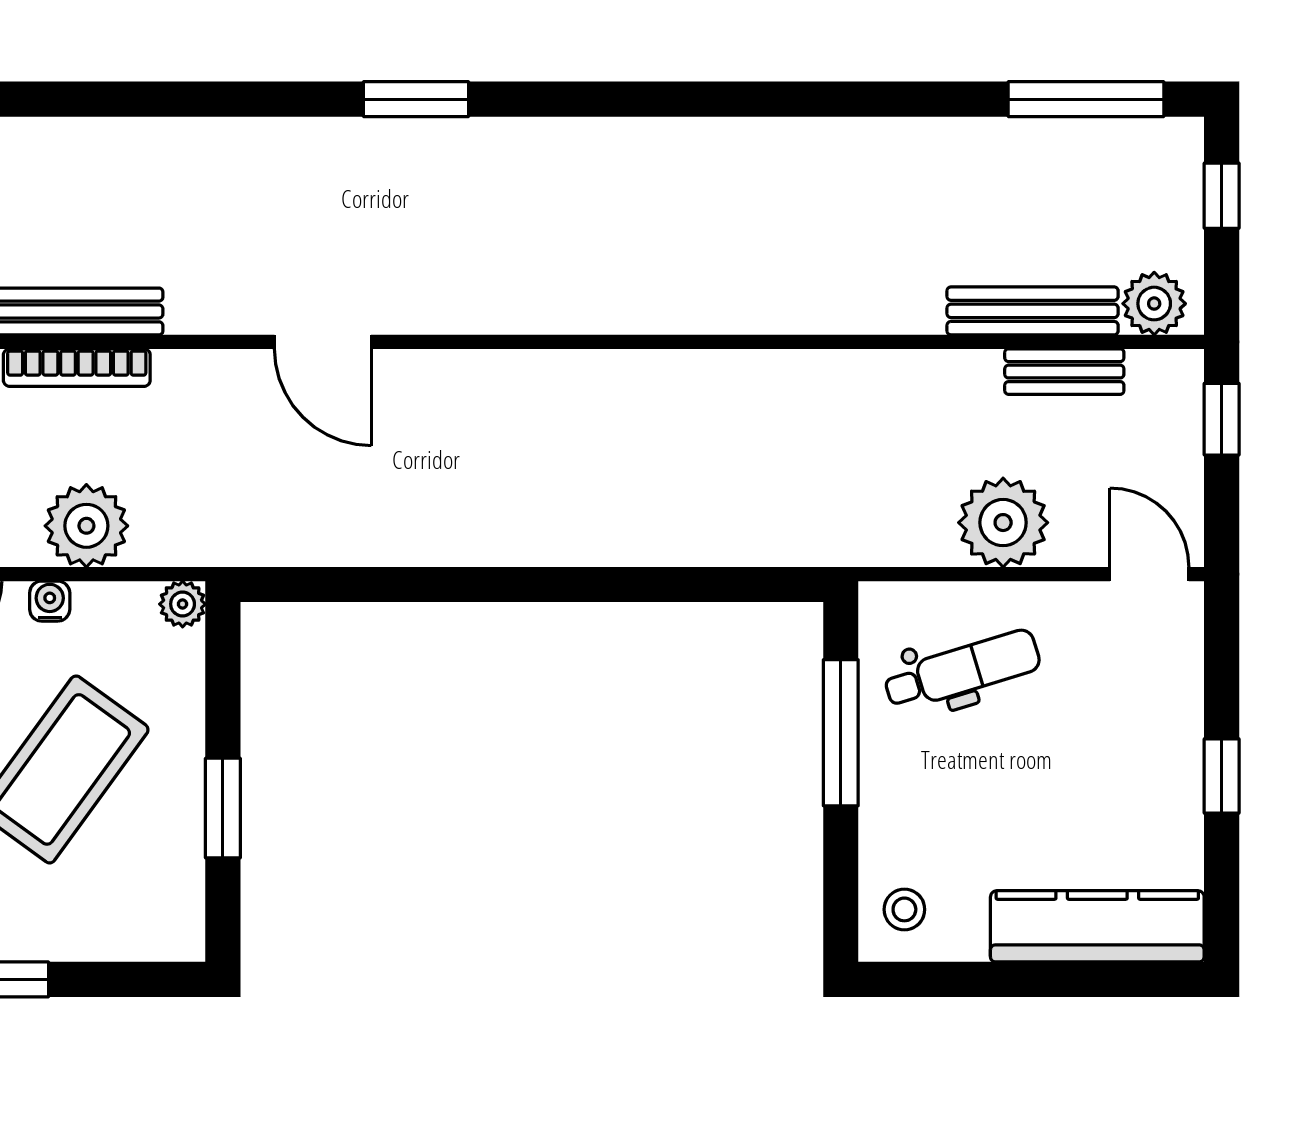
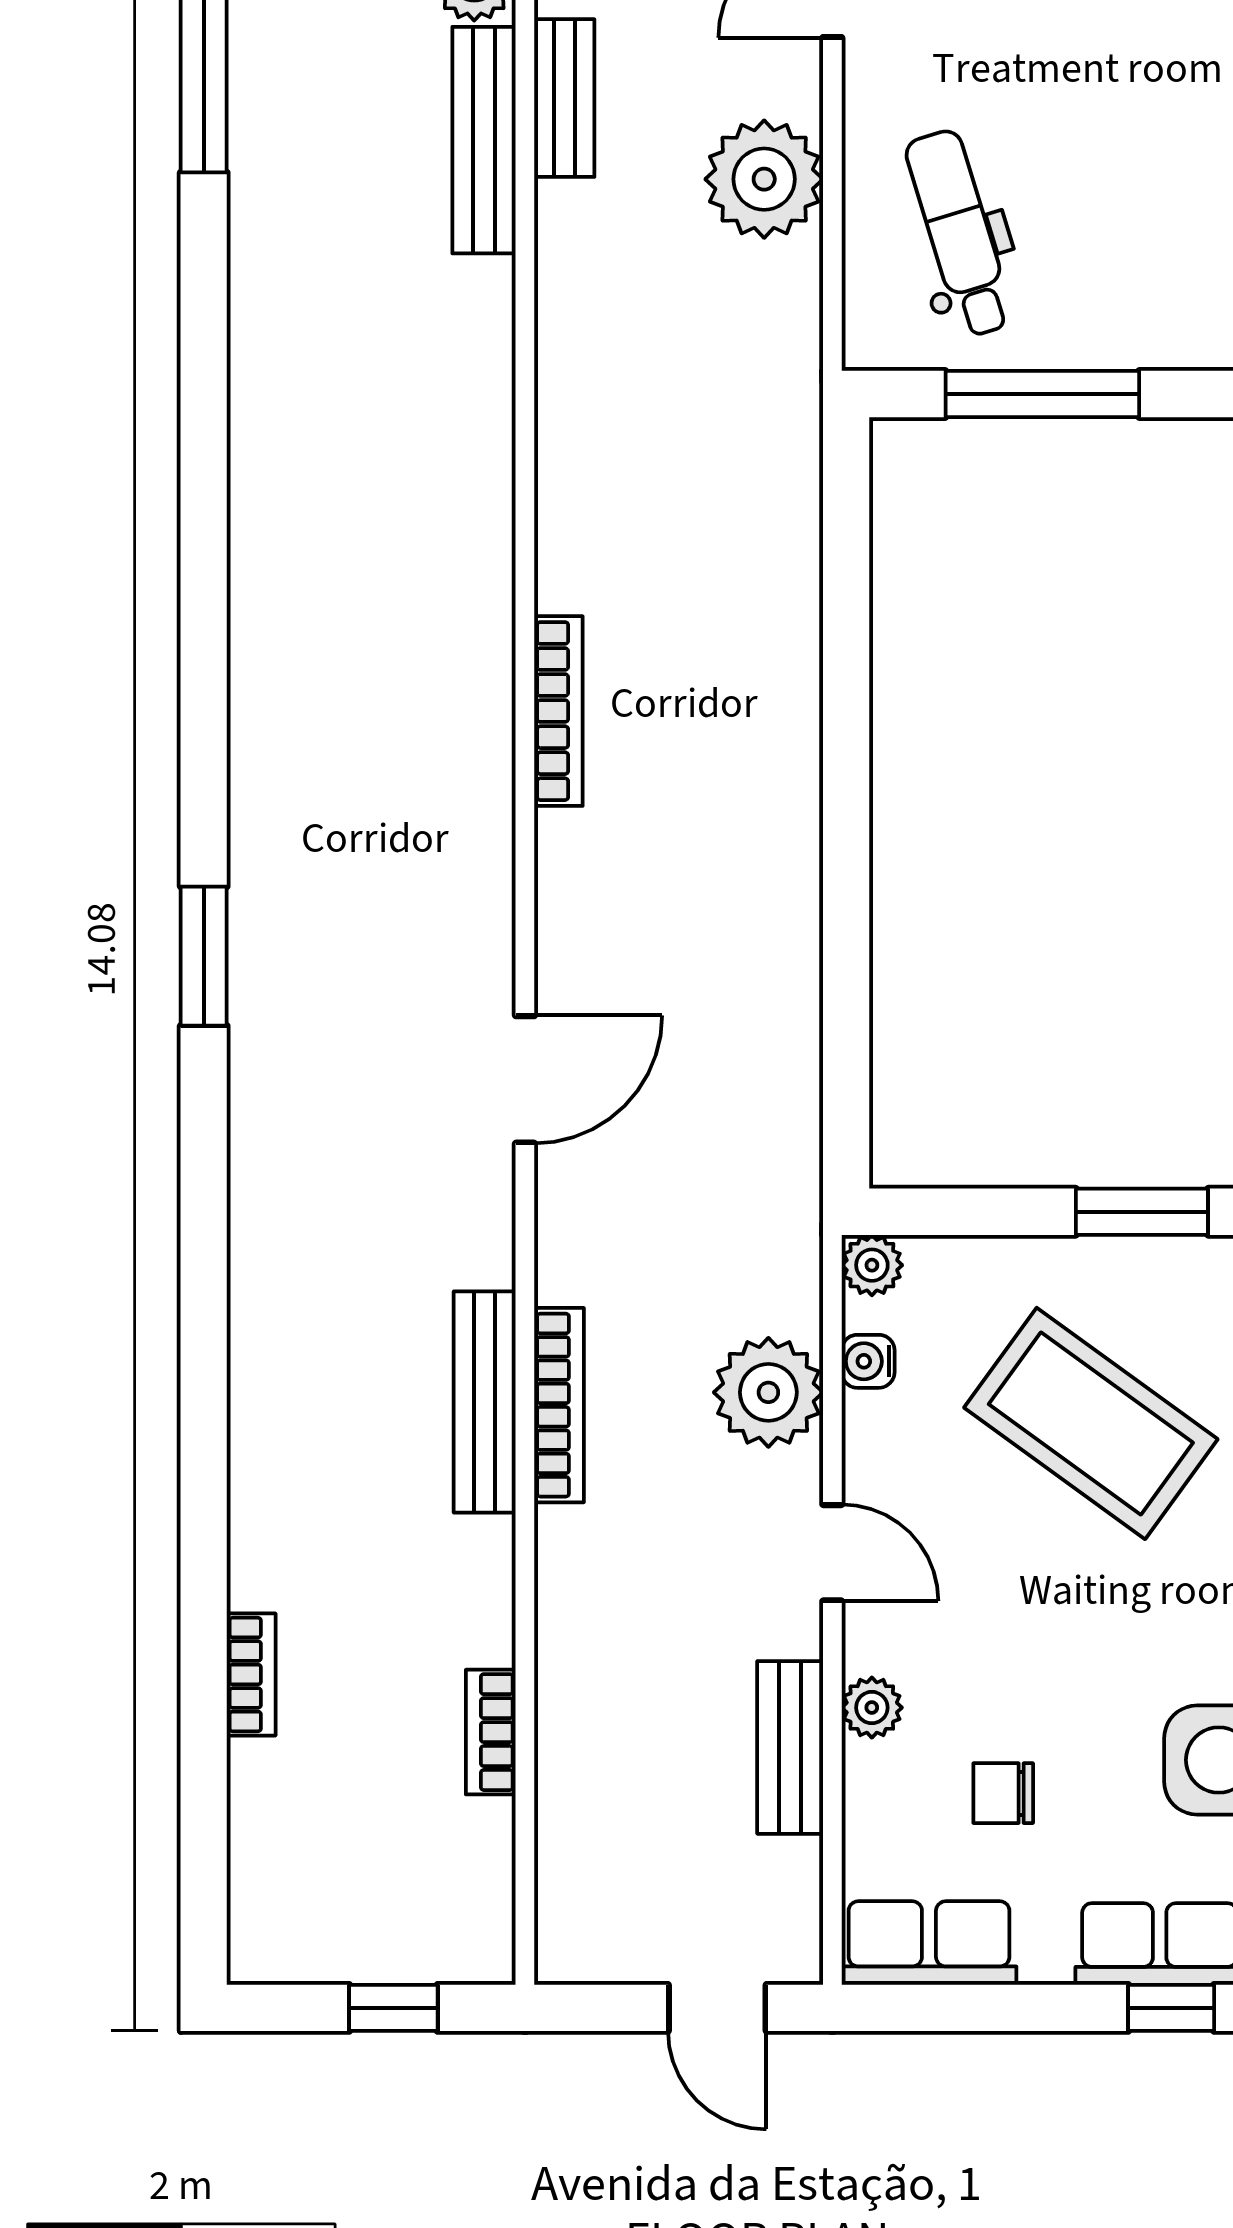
bookcase: (601, 367) -> (558, 711), added
water cooler: (50, 601) -> (868, 1361), moved

